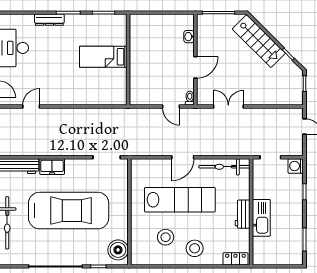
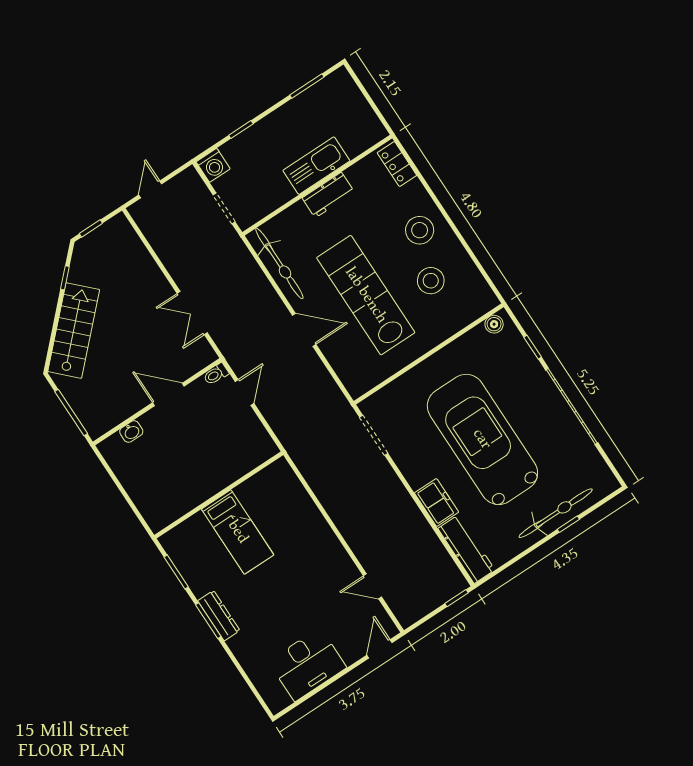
dresser: (49, 20) -> (219, 616), moved
boiler: (118, 250) -> (494, 324), width x0.54, depth x0.54

